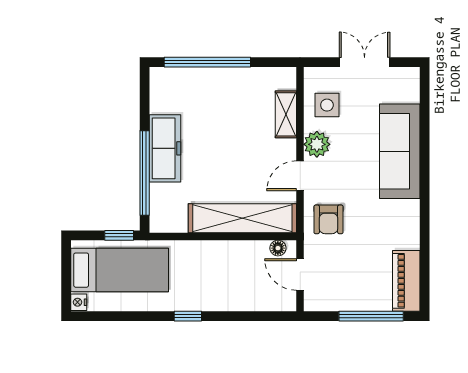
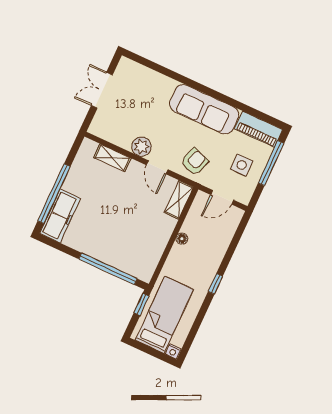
side table: (327, 105) -> (242, 165), moved
freezer: (165, 148) -> (60, 216), moved, turned 90
sofa: (400, 151) -> (204, 109), moved
shelving: (242, 218) -> (179, 200), width x0.45, depth x0.75
armchair: (329, 219) -> (195, 162), turned -71
floor lamp: (278, 248) -> (182, 239), moved

